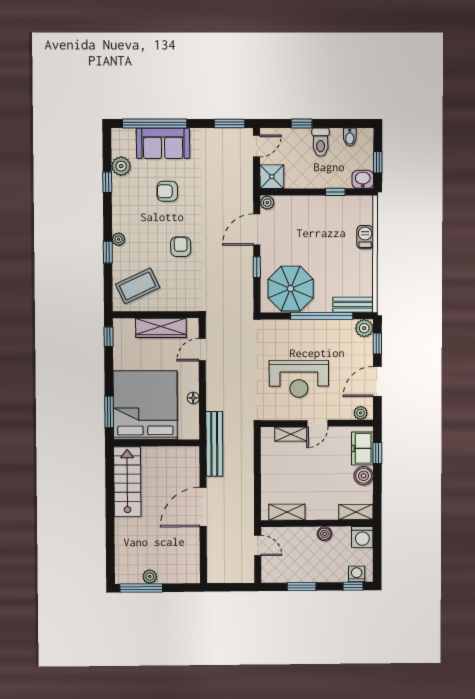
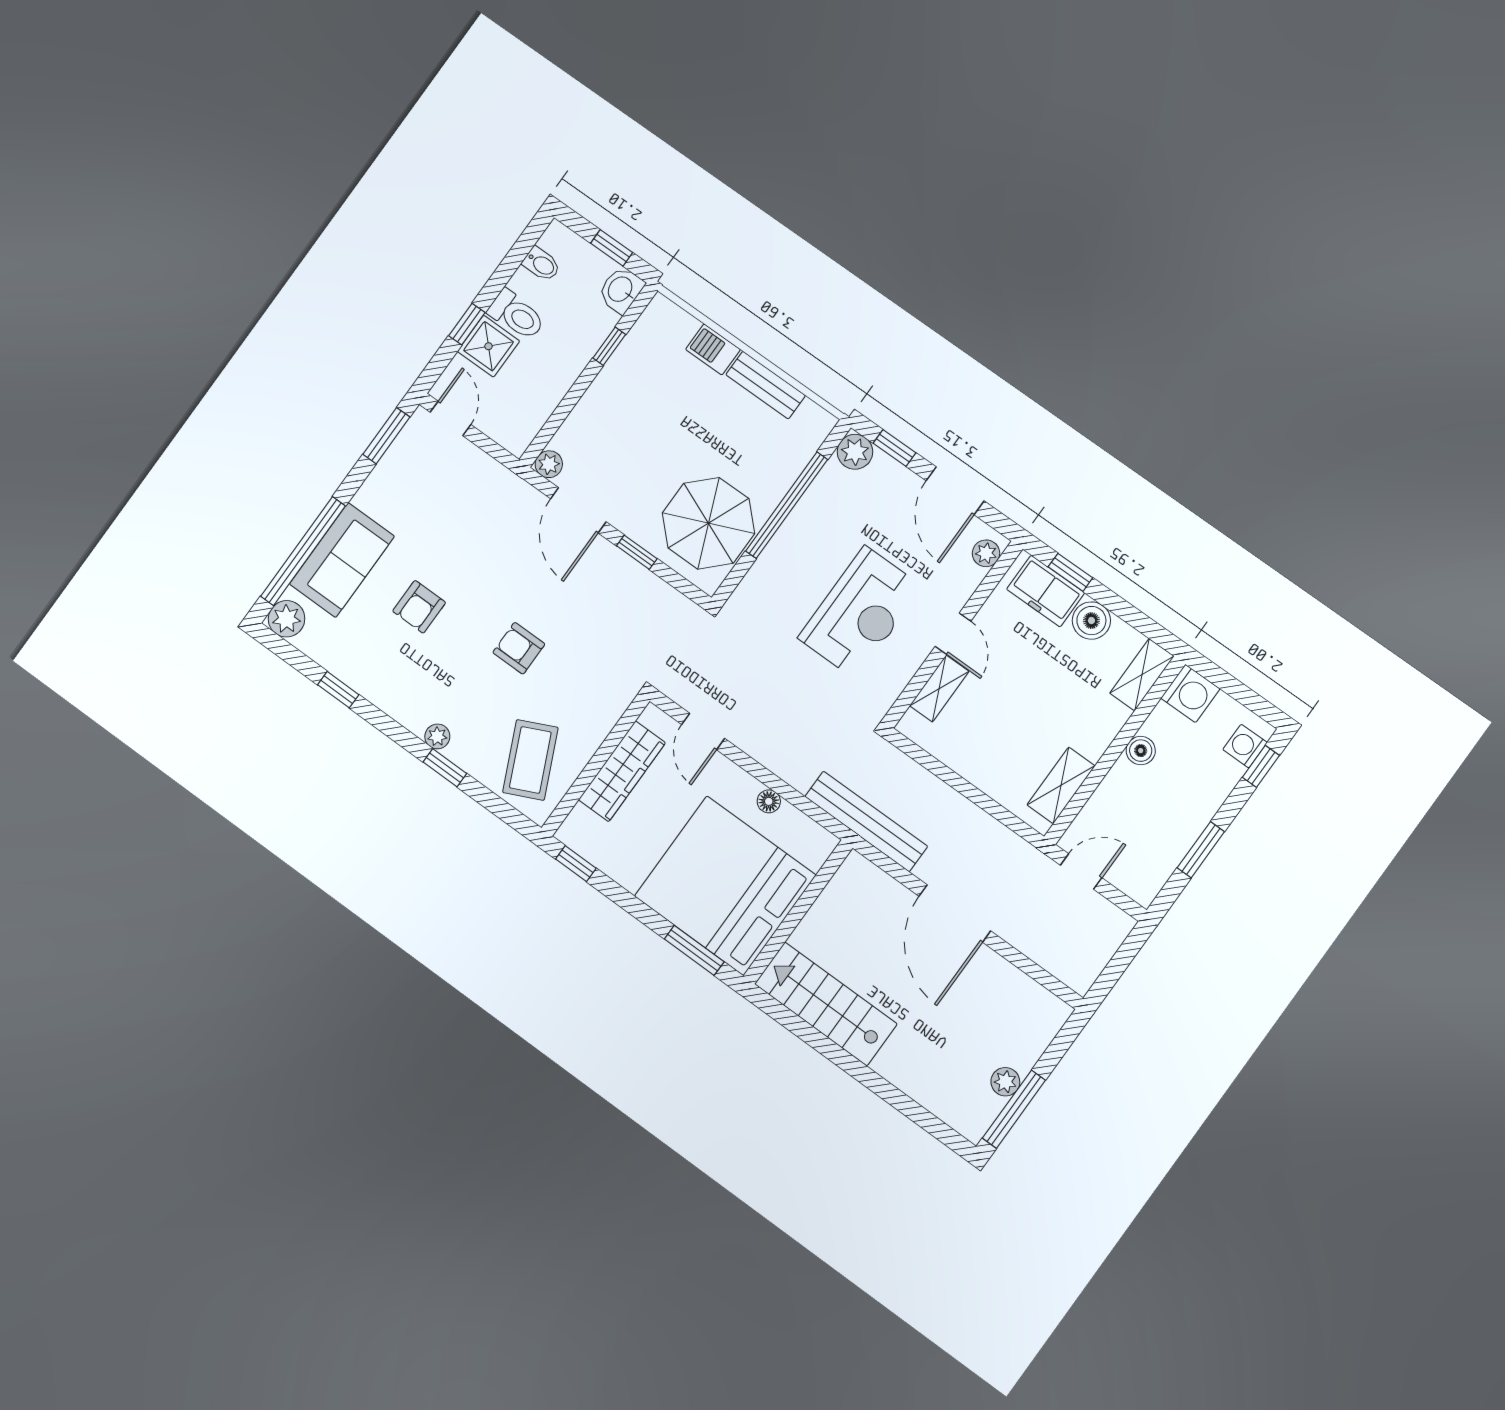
plant: (121, 166) -> (287, 619), moved
shower: (272, 177) -> (488, 346), moved
bench: (353, 305) -> (766, 385), moved, turned 90

